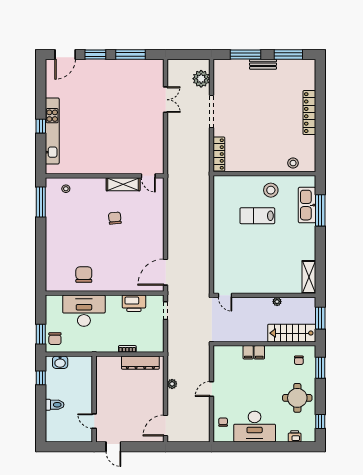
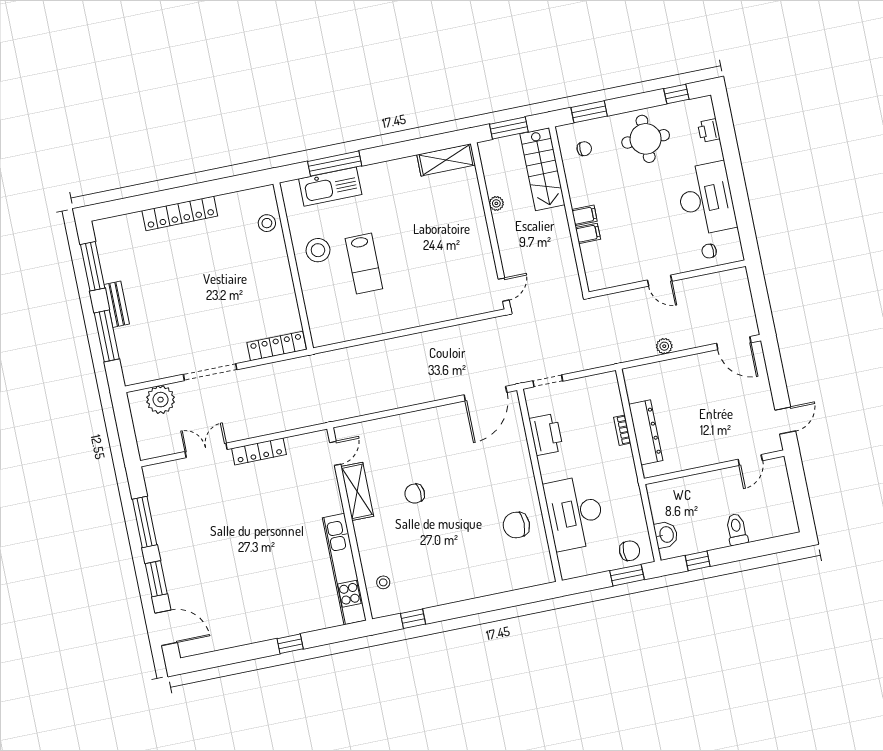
kitchen unit: (52, 131) -> (344, 569), moved, turned -90
locker: (159, 131) -> (259, 451), added
window: (41, 202) -> (413, 619), width x0.46
door: (166, 272) -> (485, 394), hinge flipped
dresser: (140, 363) -> (646, 432), moved

